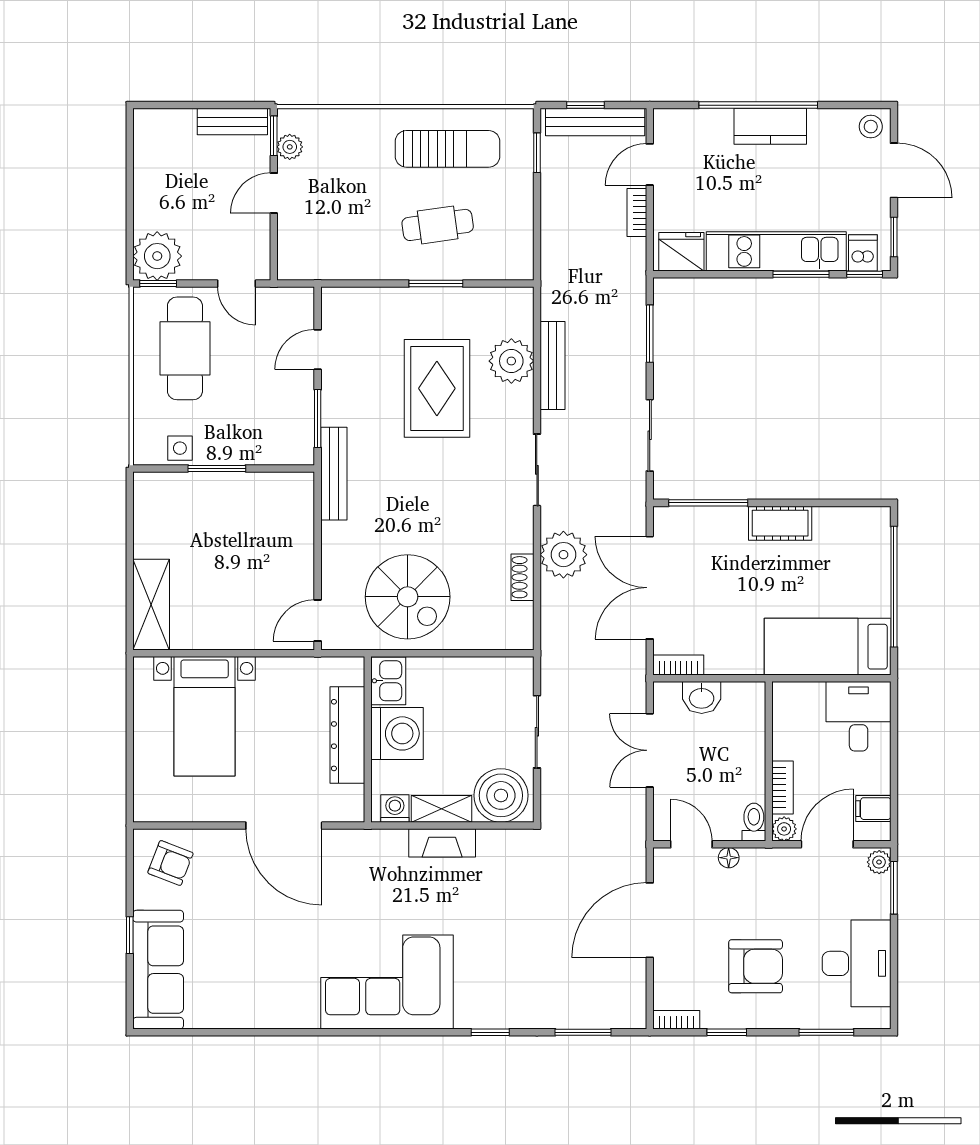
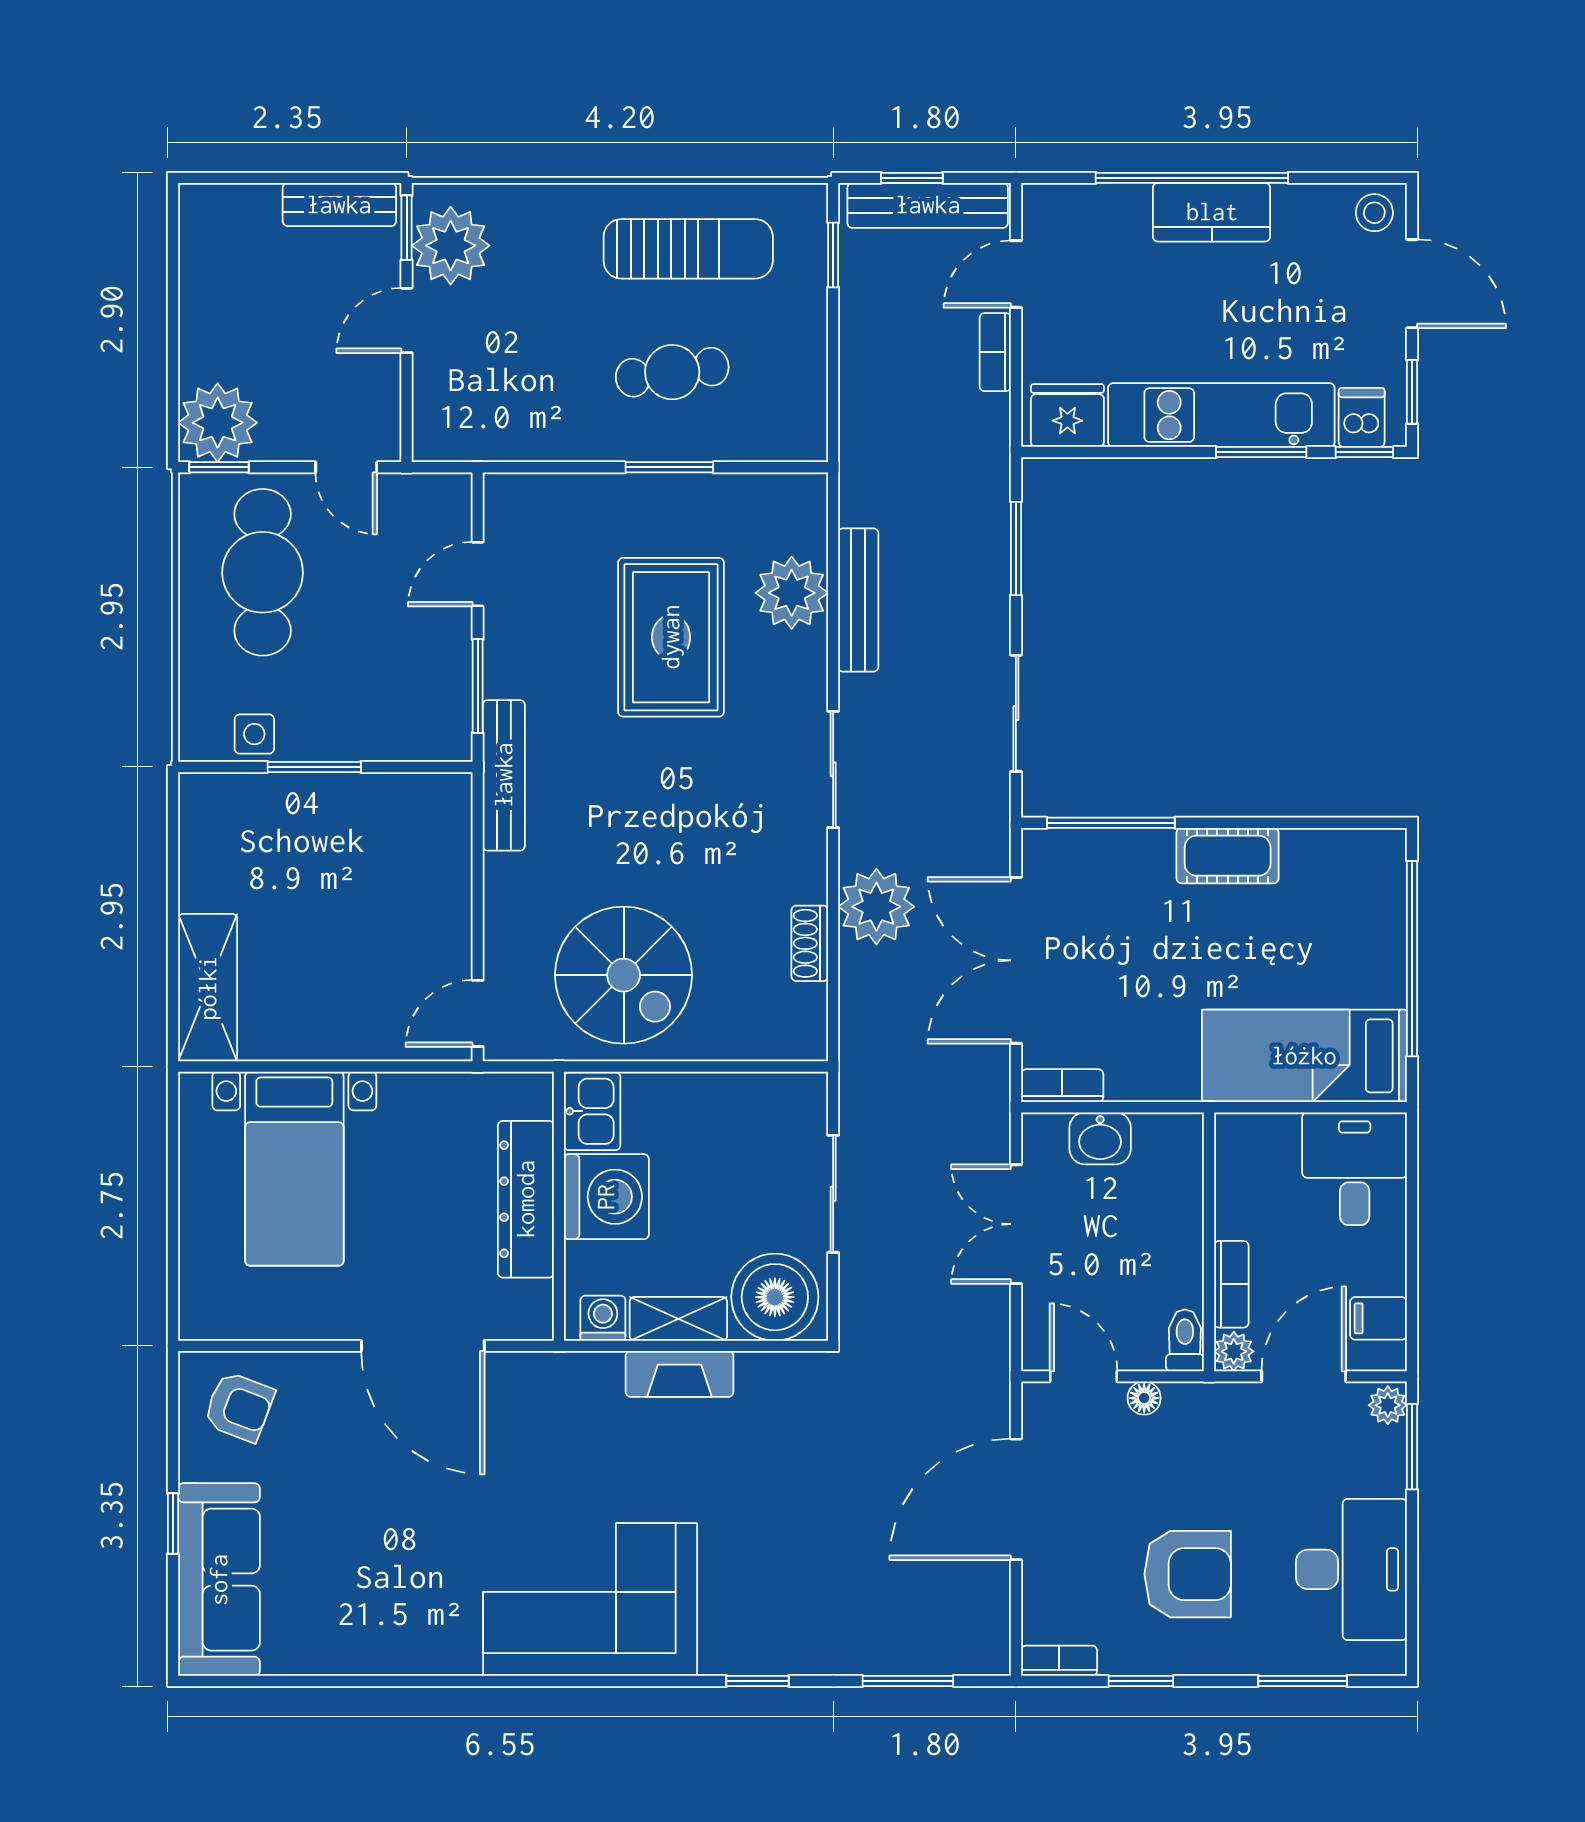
plant: (290, 147) -> (451, 246), width x1.88, depth x1.88

